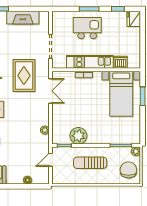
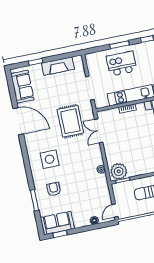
double door: (50, 91) -> (99, 131), swing flipped
plant: (78, 136) -> (119, 171), moved
door: (50, 160) -> (115, 211), moved

